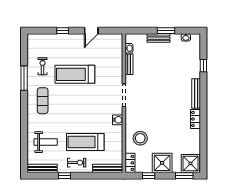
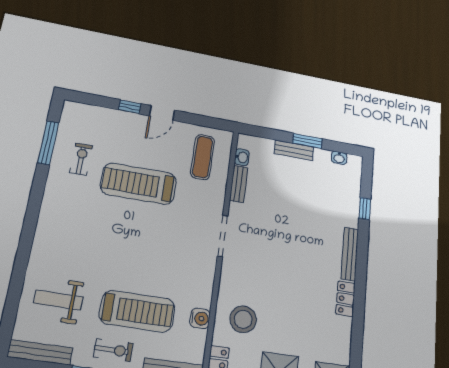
door: (91, 31) -> (162, 113), moved
window: (24, 78) -> (48, 143), moved
exercise mat: (43, 101) -> (203, 157), moved
water cooler: (118, 120) -> (200, 318), moved
weight bench: (46, 142) -> (58, 300), turned 180
treadmill: (85, 142) -> (137, 311), turned 180

